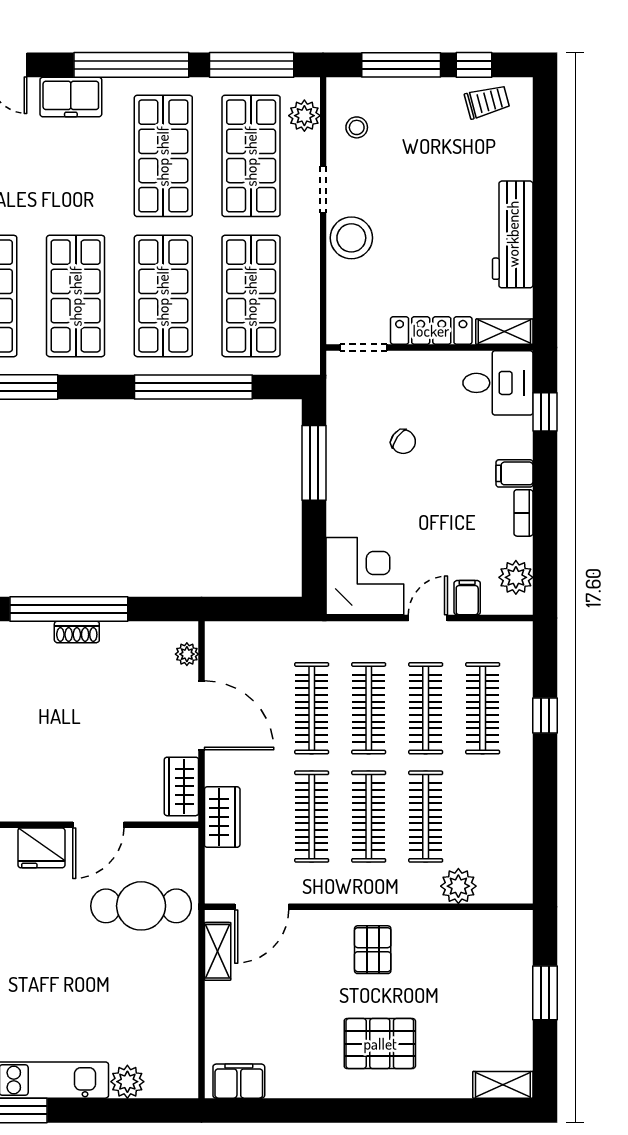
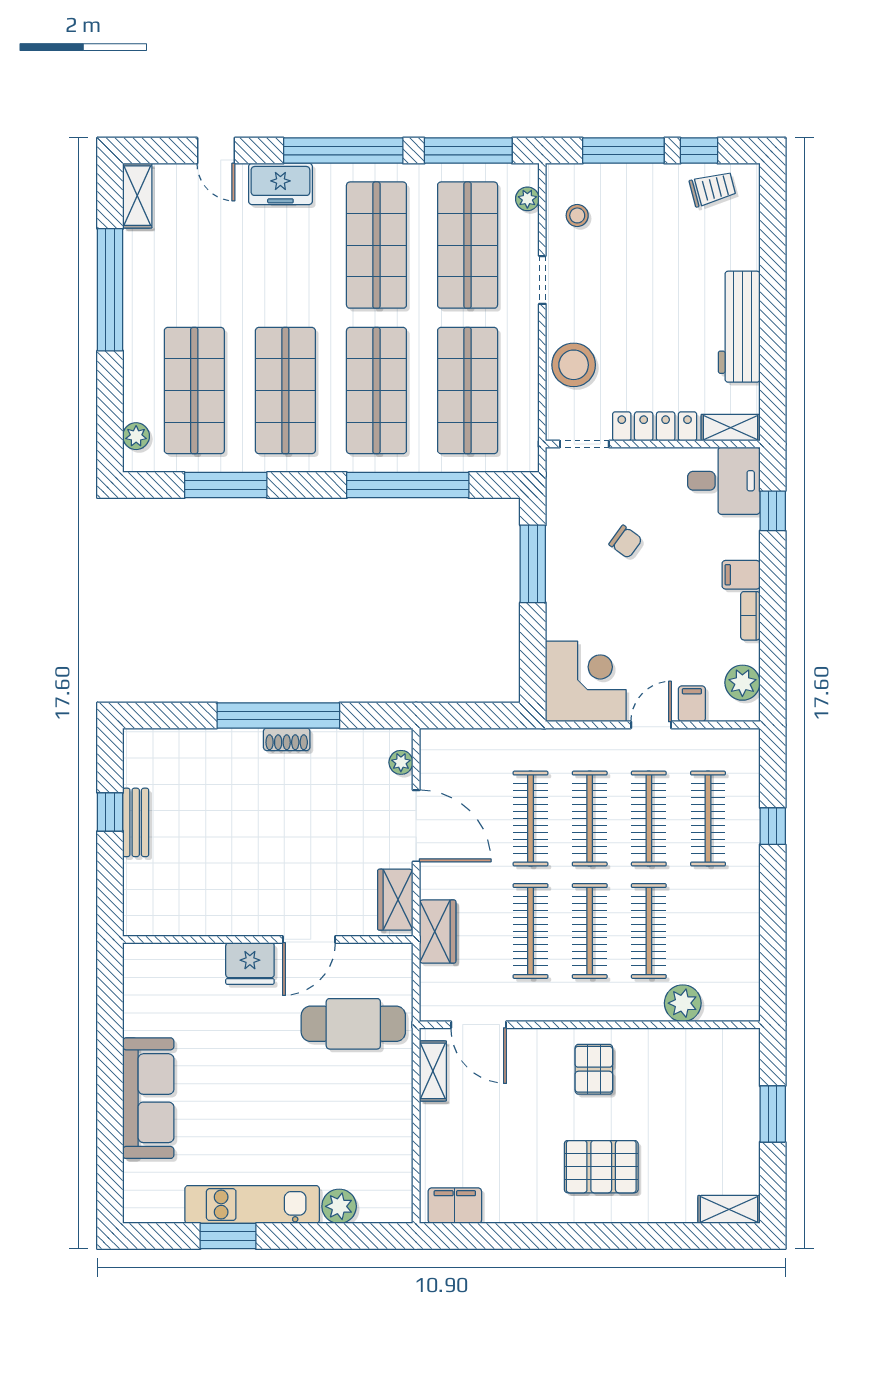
plant: (304, 116) -> (527, 199), width x0.73, depth x0.73
stool: (351, 238) -> (574, 365), moved
door: (262, 907) -> (479, 1025), hinge flipped

